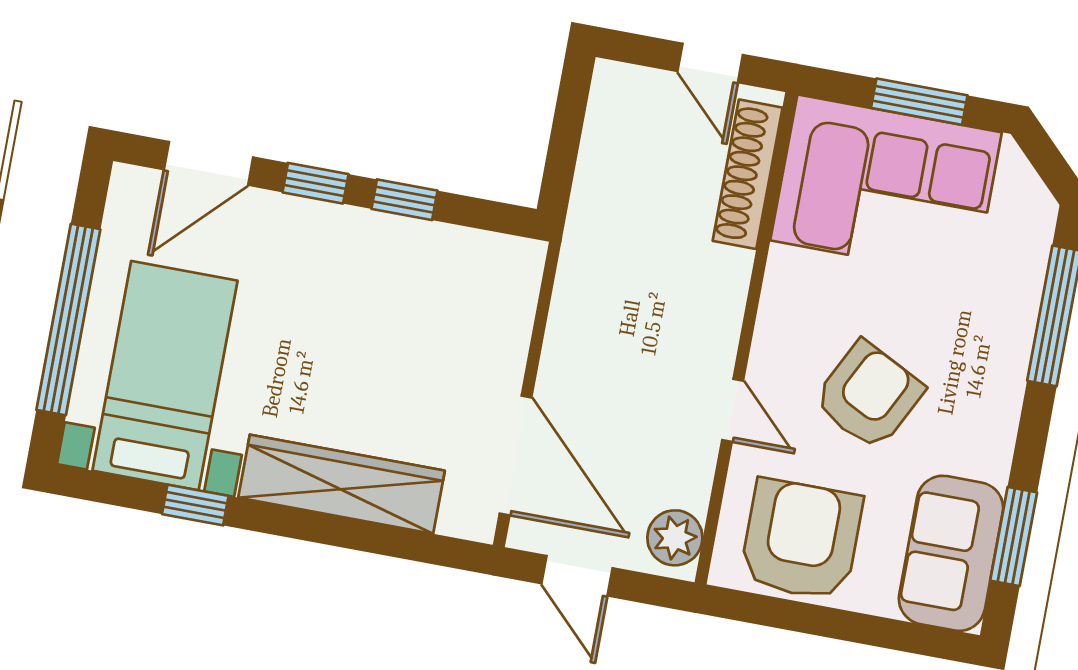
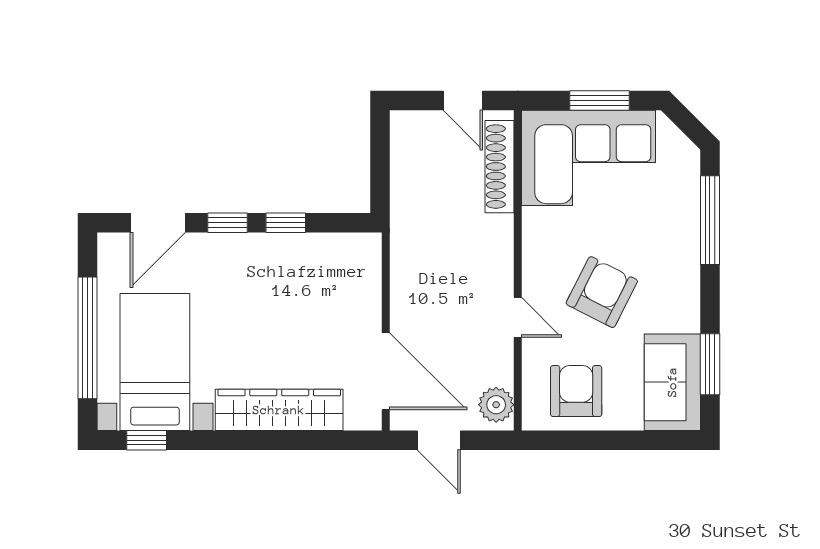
window: (195, 505) -> (147, 440), moved
armchair: (801, 540) -> (576, 391), width x0.73, depth x0.73

